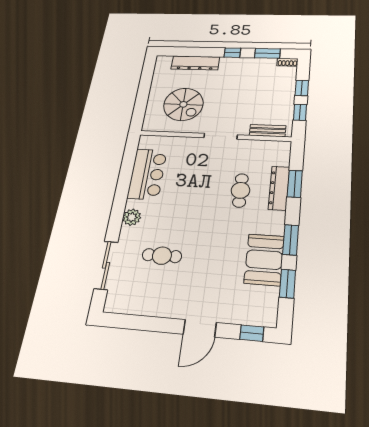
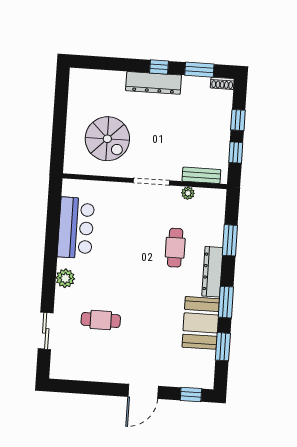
dresser: (195, 63) -> (154, 83), moved
plant: (254, 145) -> (188, 193), added
dresser: (279, 188) -> (212, 272), moved
sliding door: (106, 265) -> (46, 331), width x0.73

